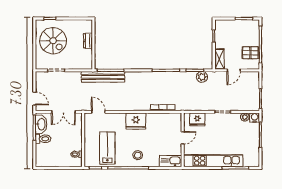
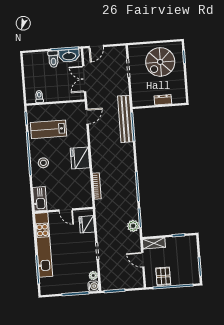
lab bench: (107, 148) -> (48, 129), turned 180

